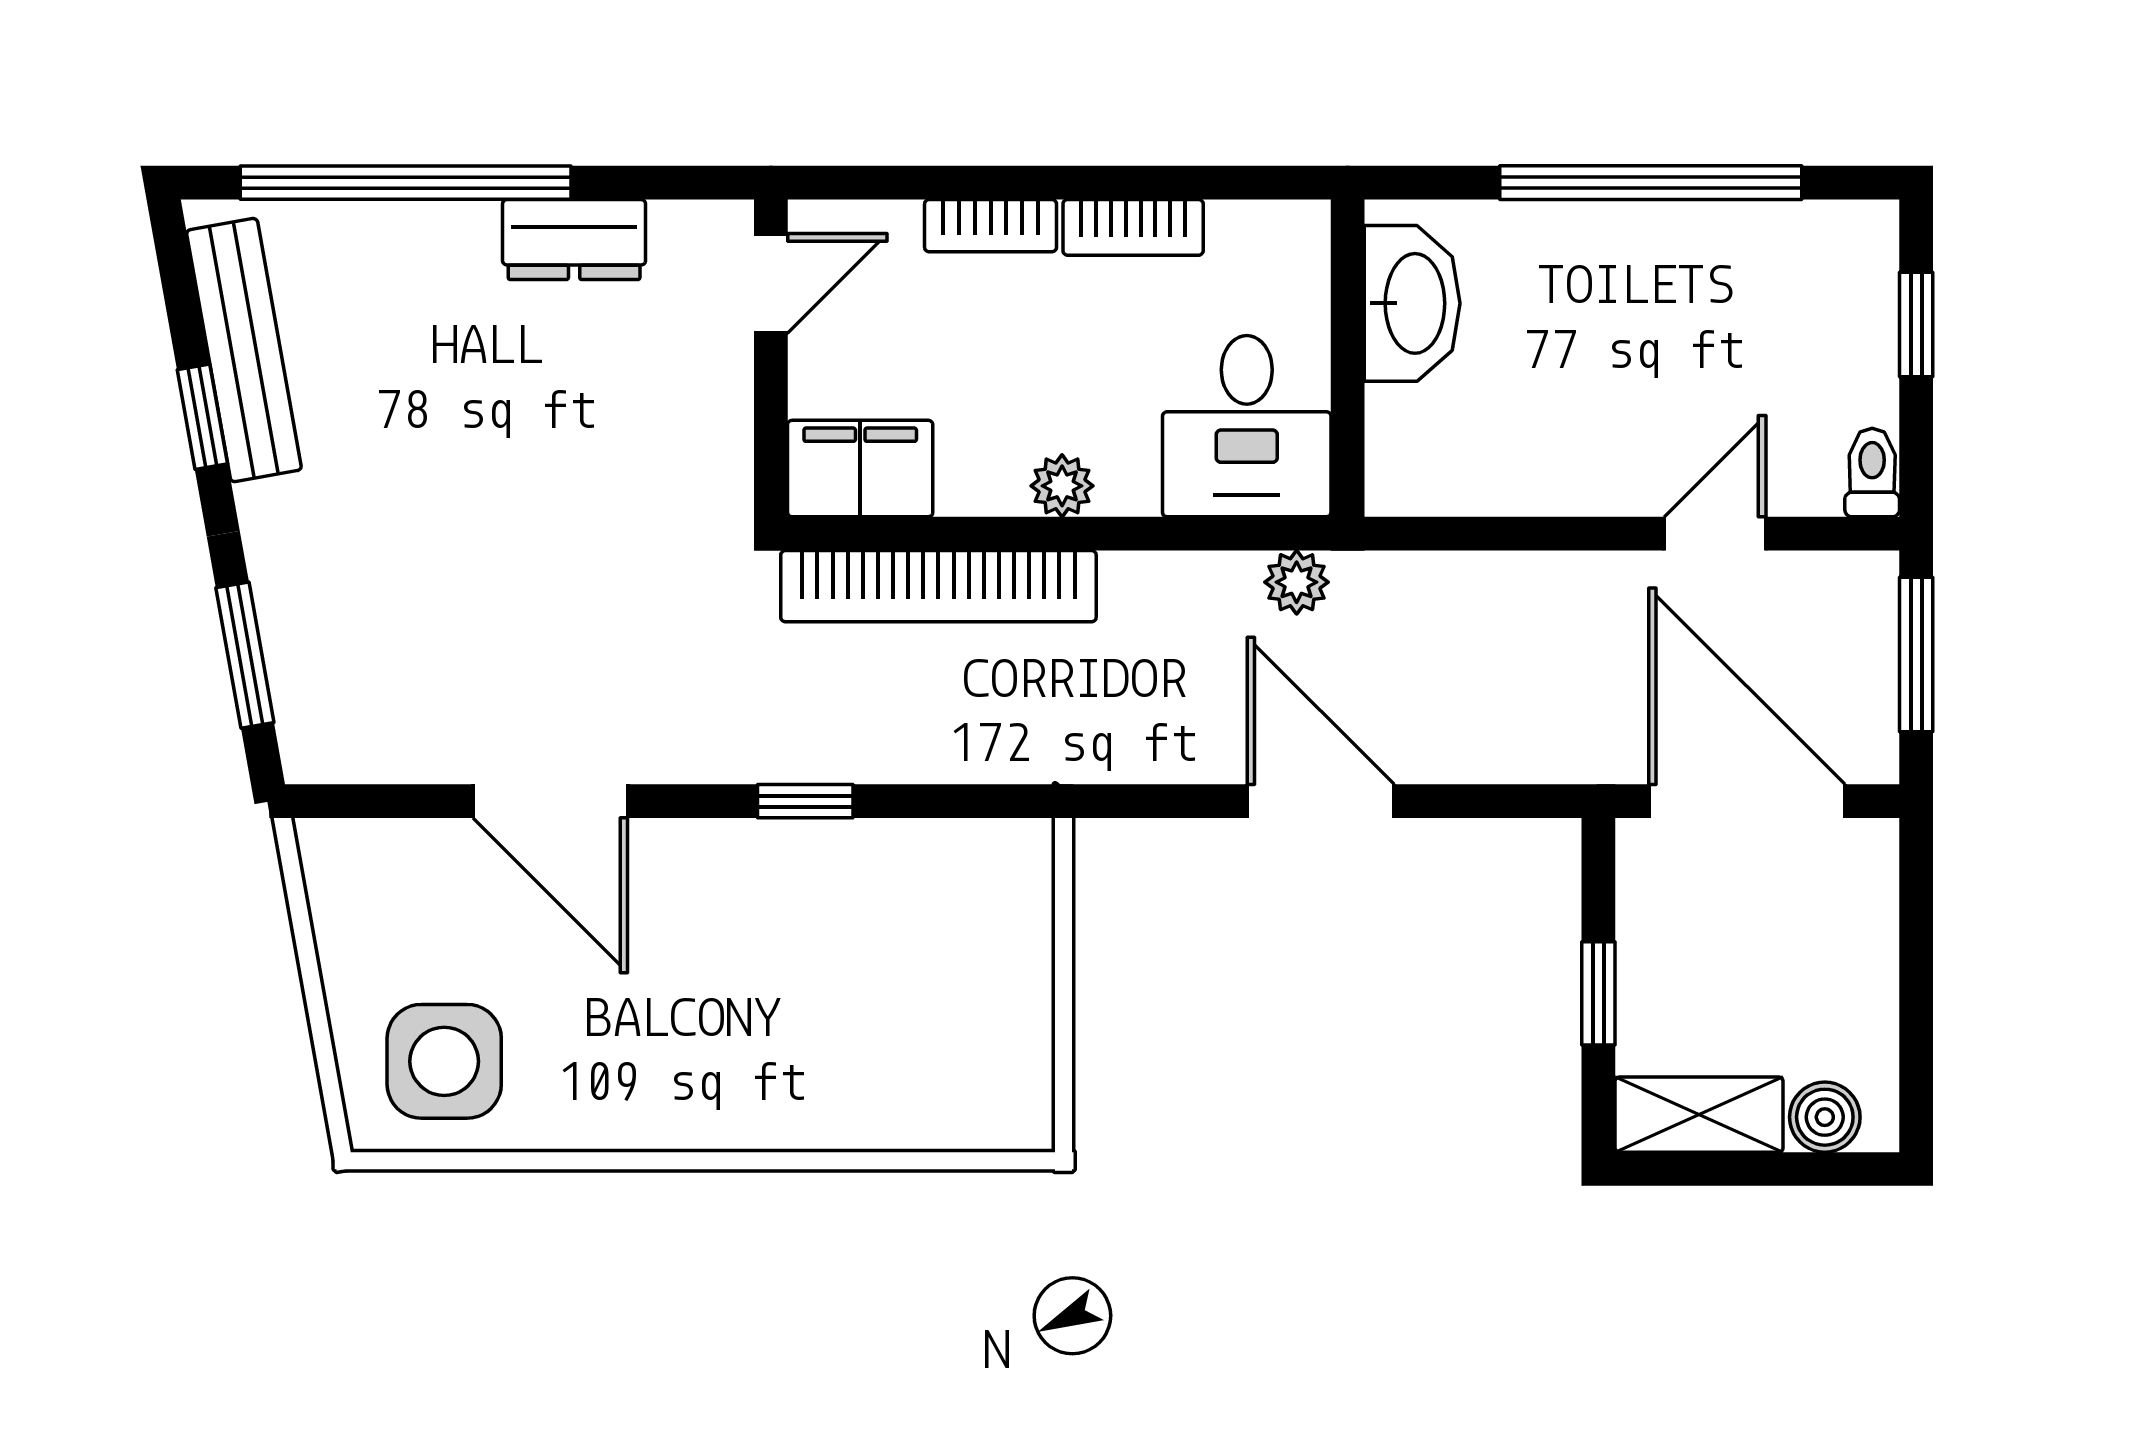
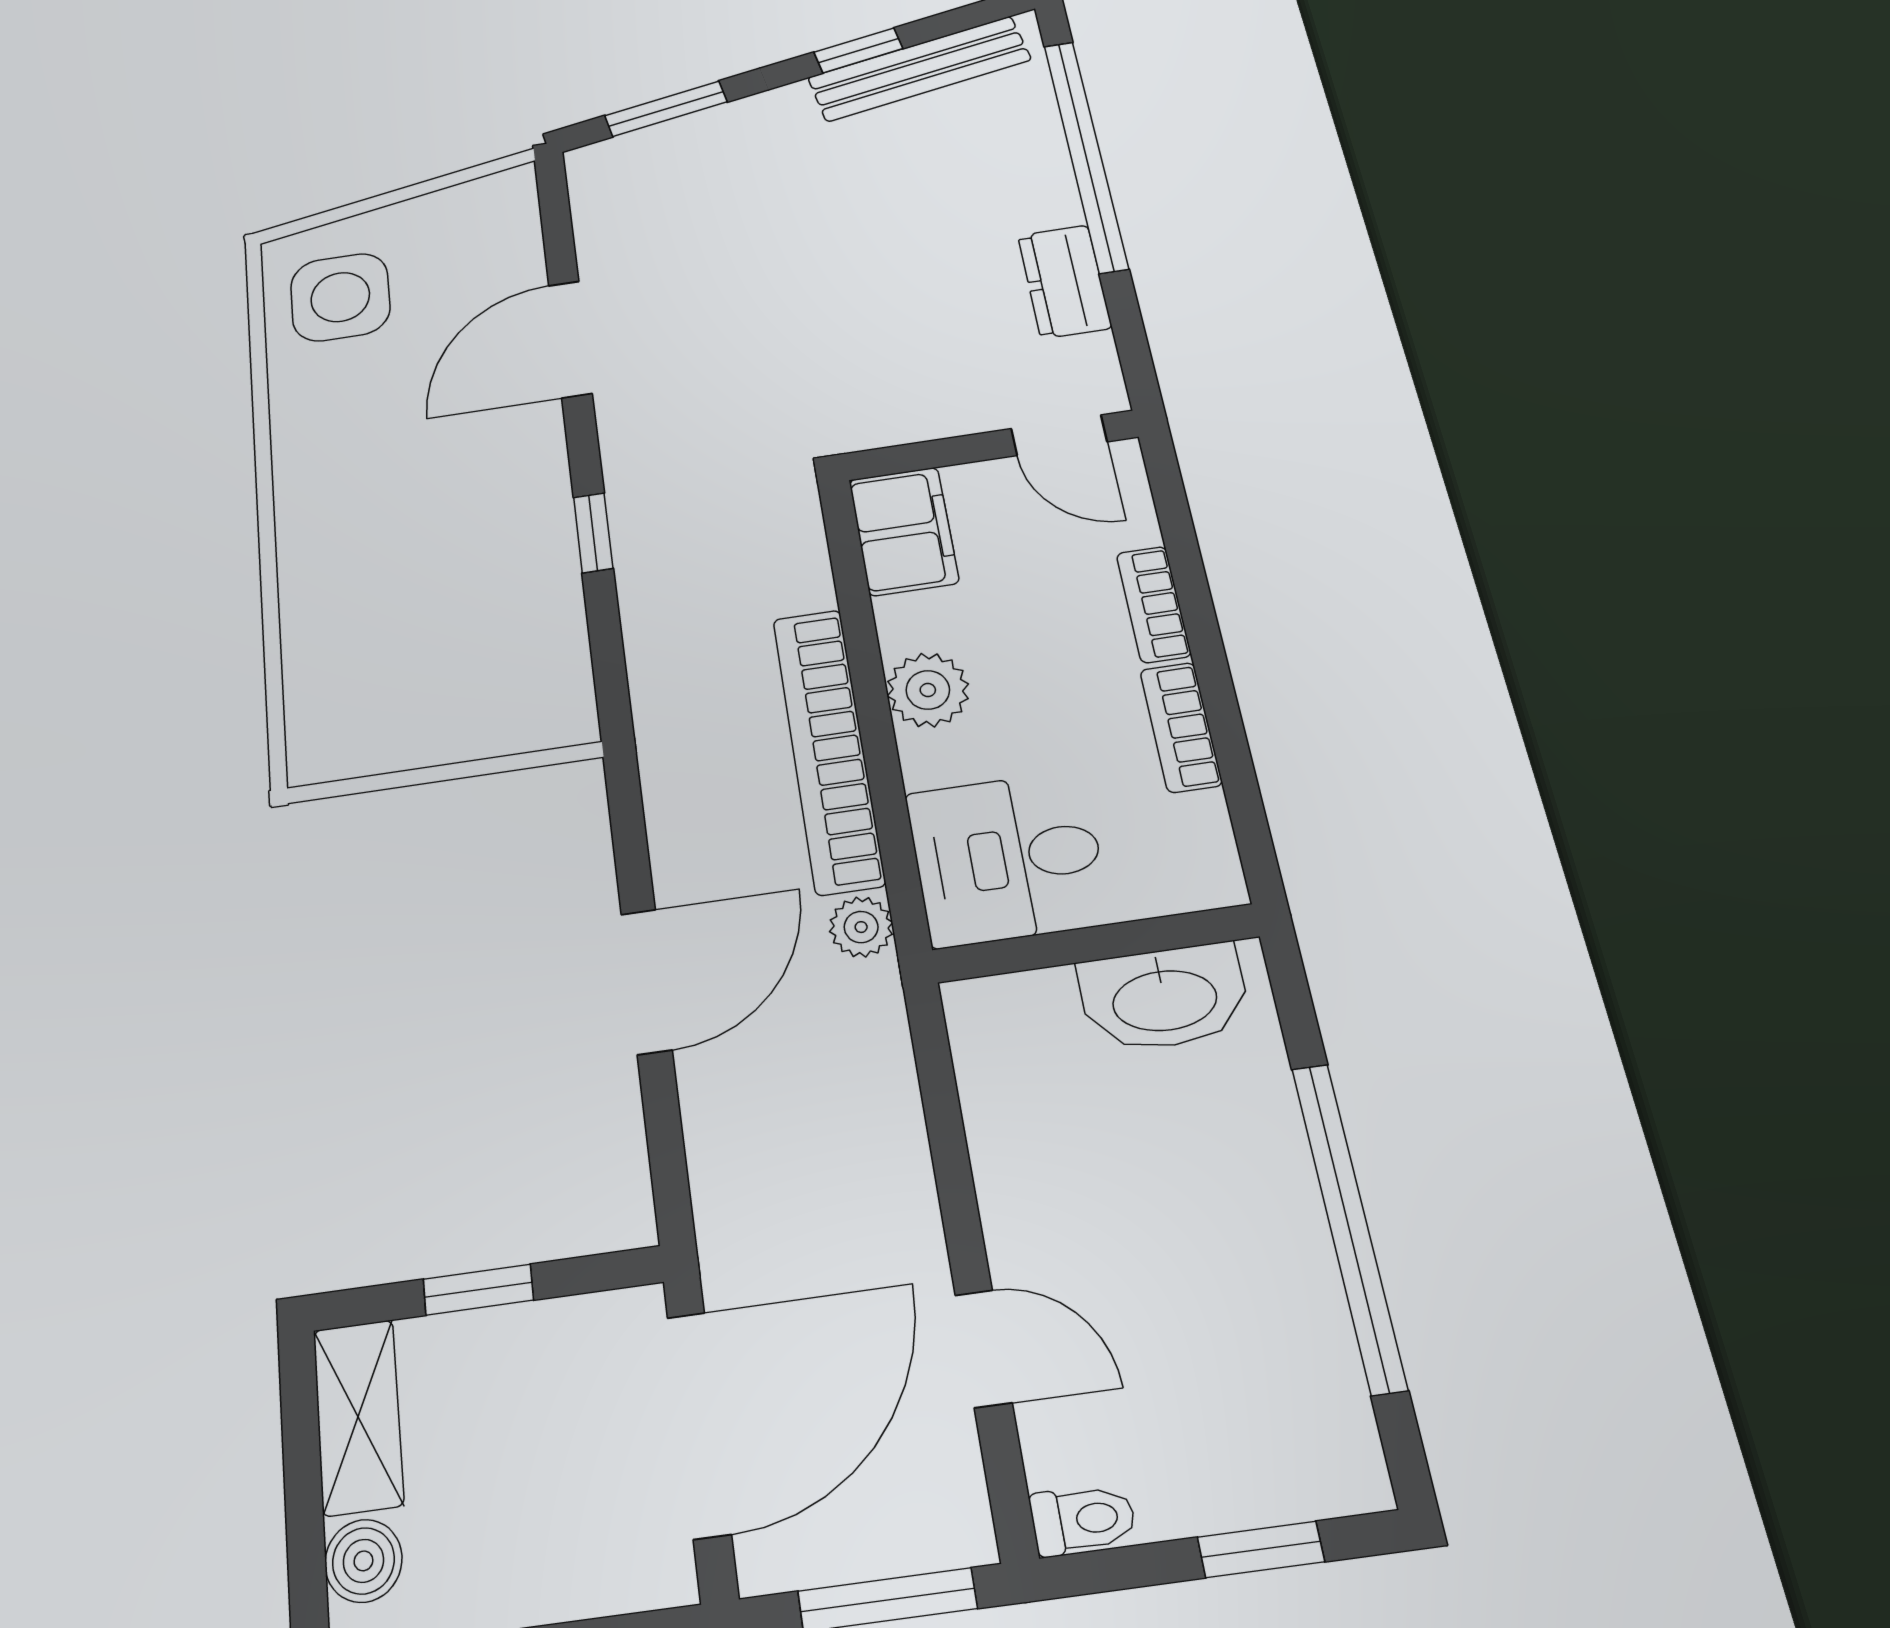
plant: (1062, 486) -> (928, 690), width x1.38, depth x1.38
bookcase: (938, 586) -> (828, 749), moved

